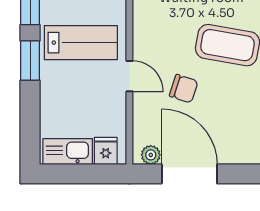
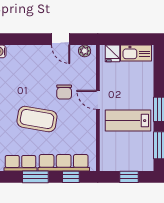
chair: (184, 89) -> (64, 92), turned -108
door: (189, 174) -> (61, 39), width x0.53

